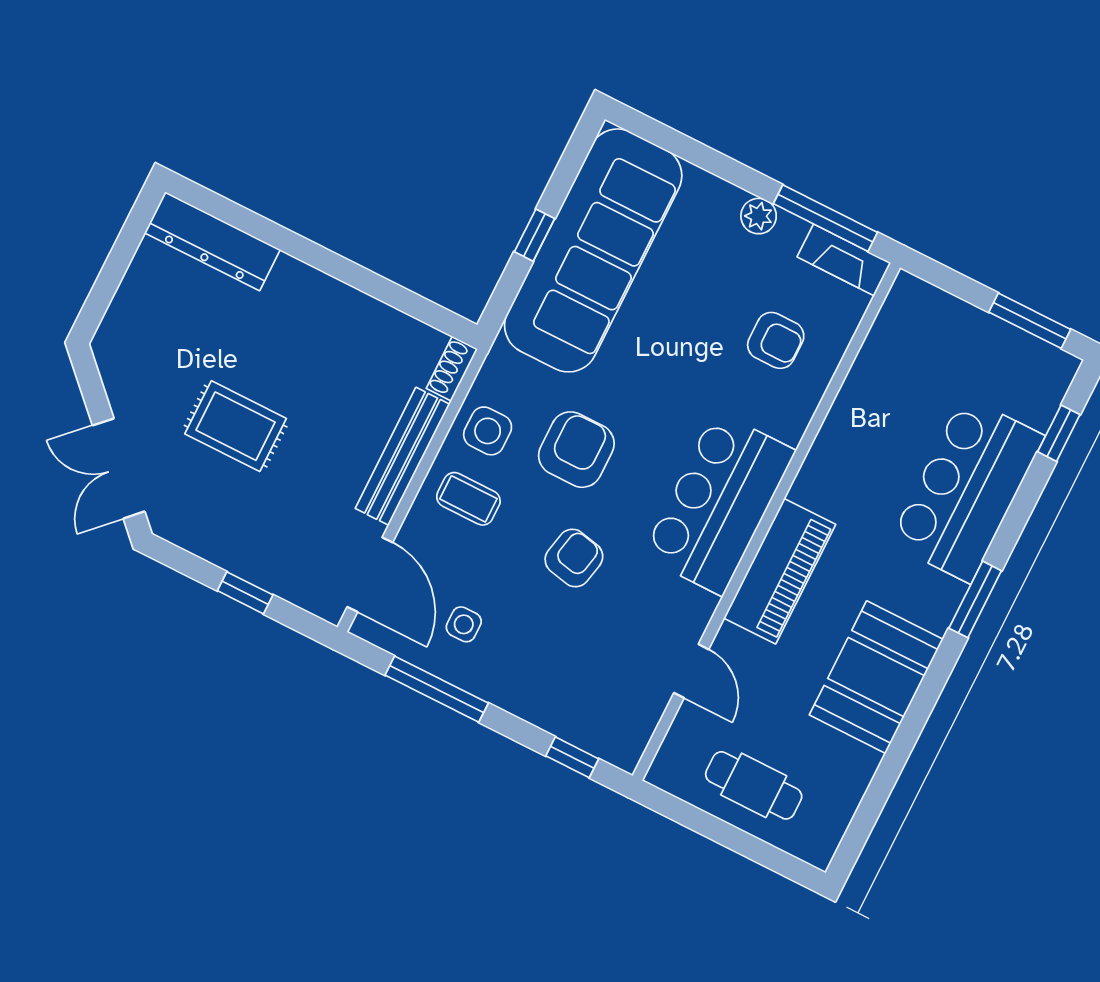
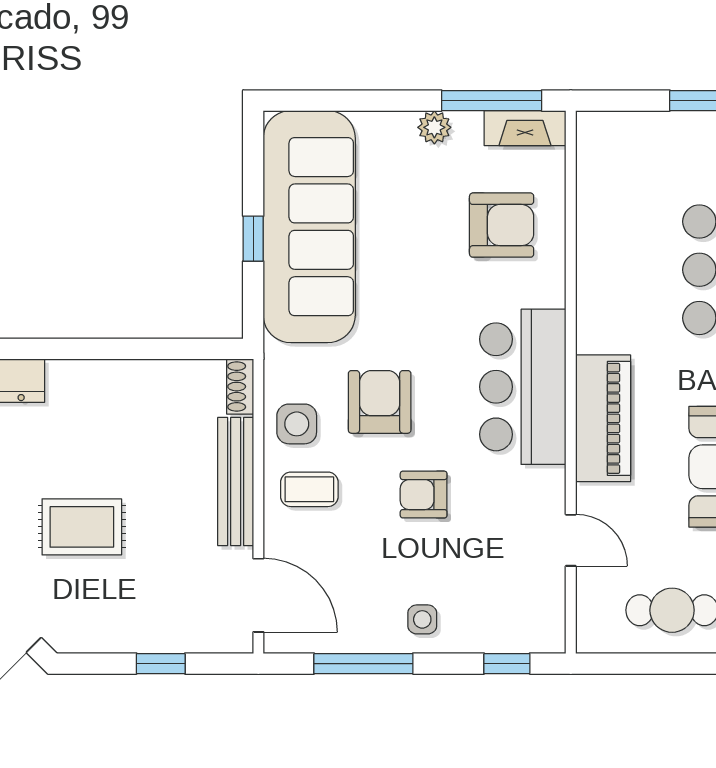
armchair: (776, 340) -> (502, 225), width x1.38, depth x1.38
armchair: (574, 558) -> (424, 495), turned -102
side table: (464, 624) -> (422, 619), moved

